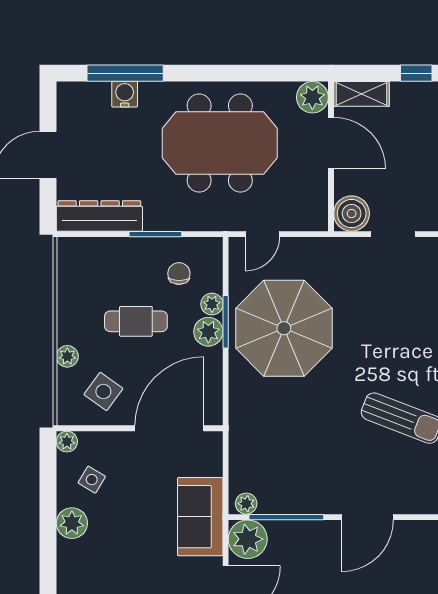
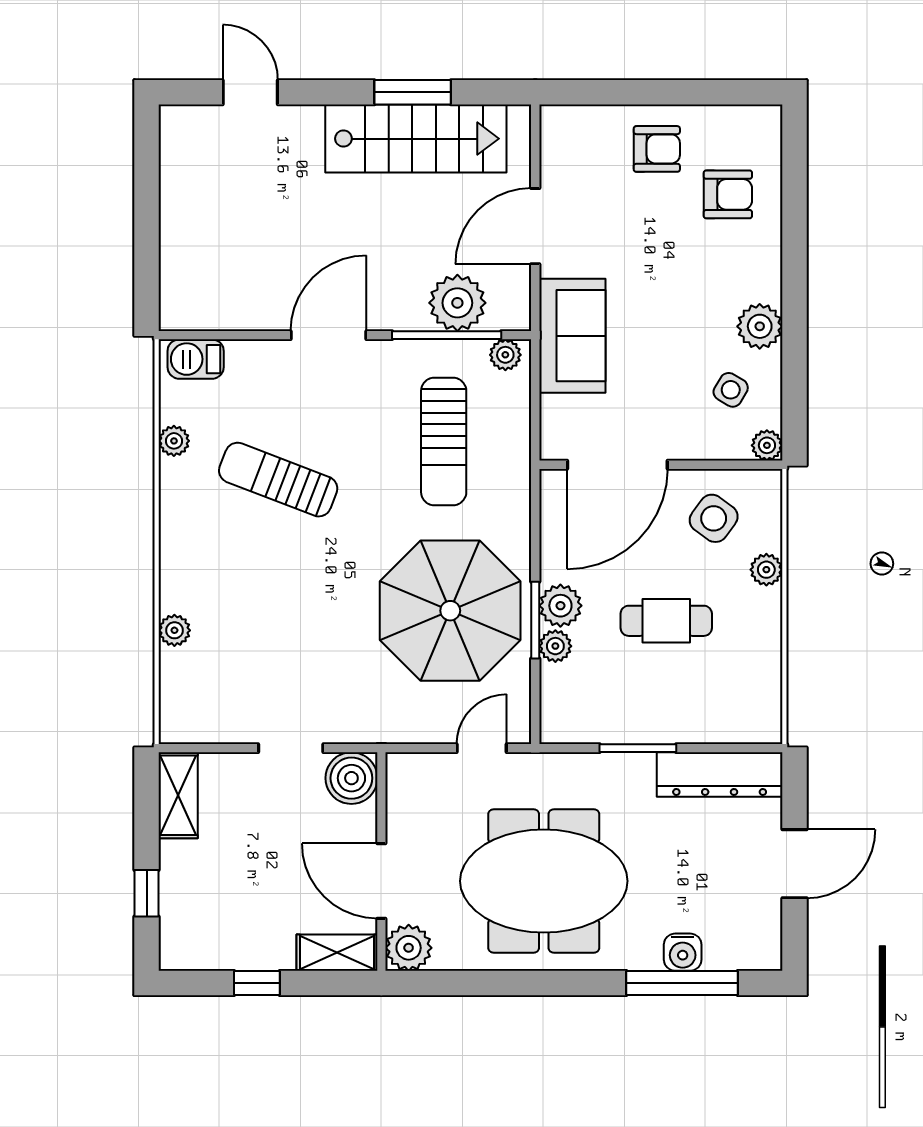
chair: (179, 274) -> (603, 691), removed
sun lounger: (288, 444) -> (444, 442), added
plant: (248, 539) -> (457, 303), moved

